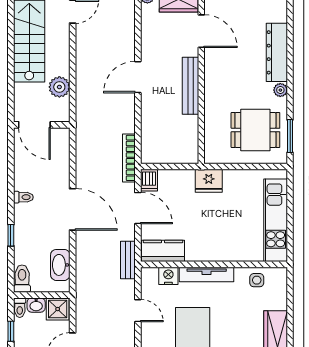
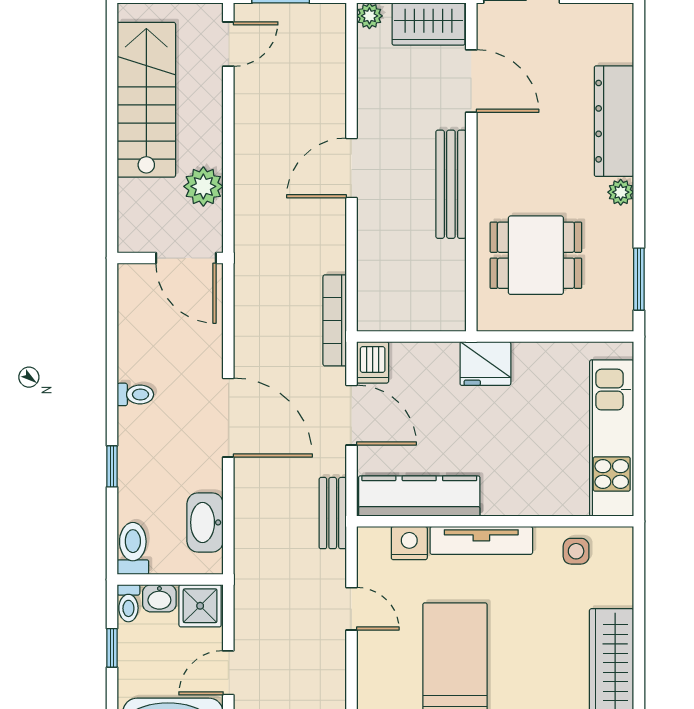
door: (34, 125) -> (186, 258), moved
dining table: (255, 130) -> (536, 255), moved
kitchen counter: (163, 251) -> (419, 496), width x1.50

